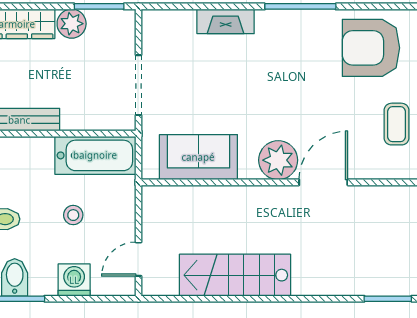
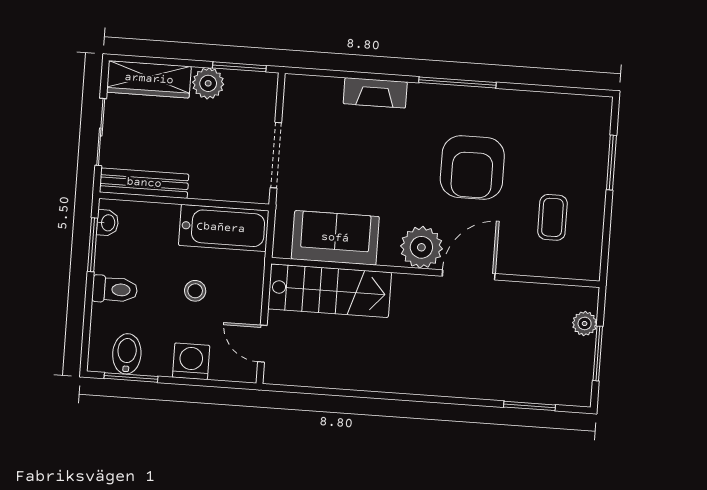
armchair: (371, 48) -> (472, 167), moved, turned -90
door: (138, 259) -> (262, 344), hinge flipped
stairs: (235, 275) -> (330, 291), moved, turned 180

